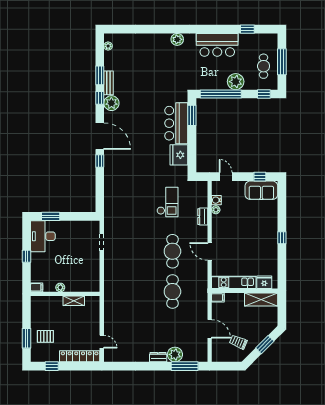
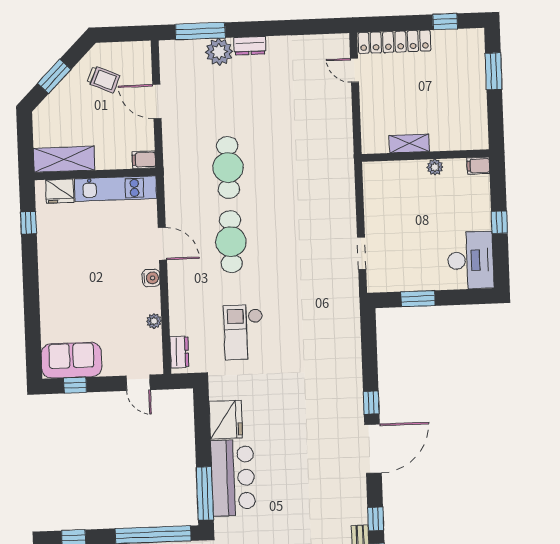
plant: (111, 103) -> (354, 510), removed
window: (192, 115) -> (205, 493), width x1.44
door: (100, 136) -> (373, 449), swing flipped
water cooler: (216, 200) -> (151, 278), moved
window: (51, 216) -> (418, 299), moved
dresser: (203, 217) -> (179, 352), moved
window: (282, 238) -> (28, 223), moved
pallet: (45, 336) -> (459, 76), removed

